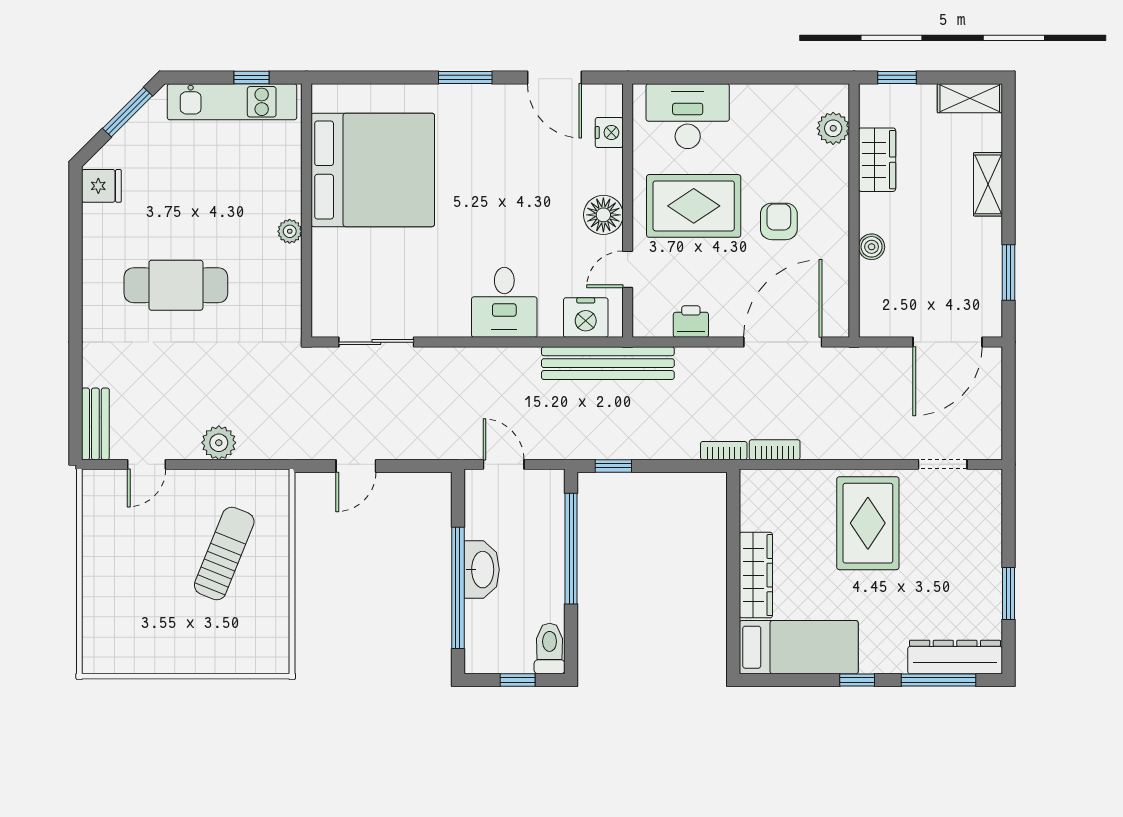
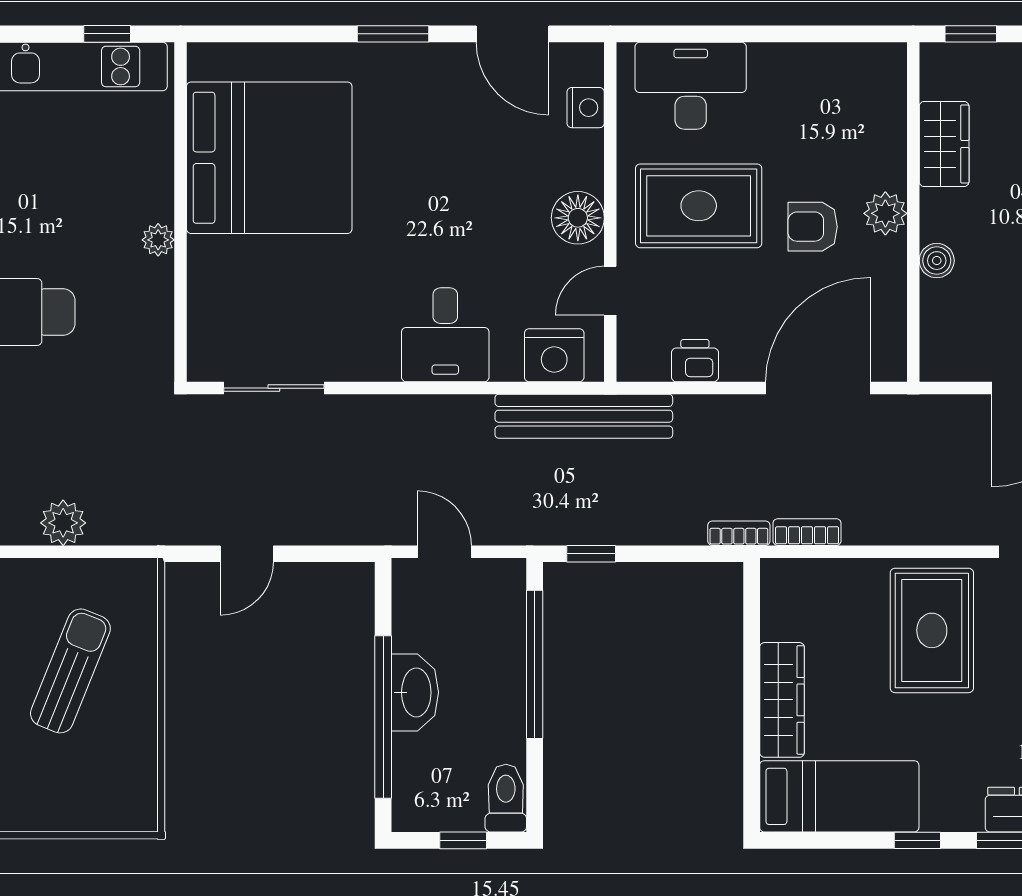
plant: (833, 128) -> (885, 213), moved
armchair: (779, 221) -> (813, 227), turned -90

